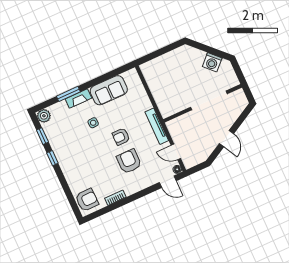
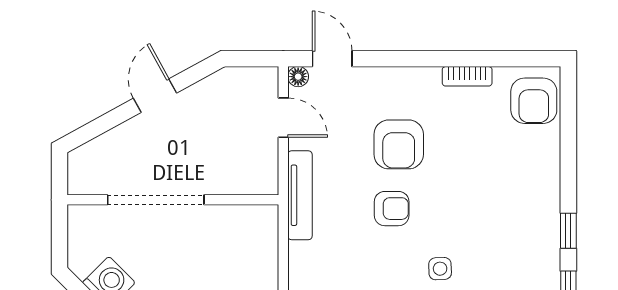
armchair: (87, 200) -> (534, 101), turned -89

